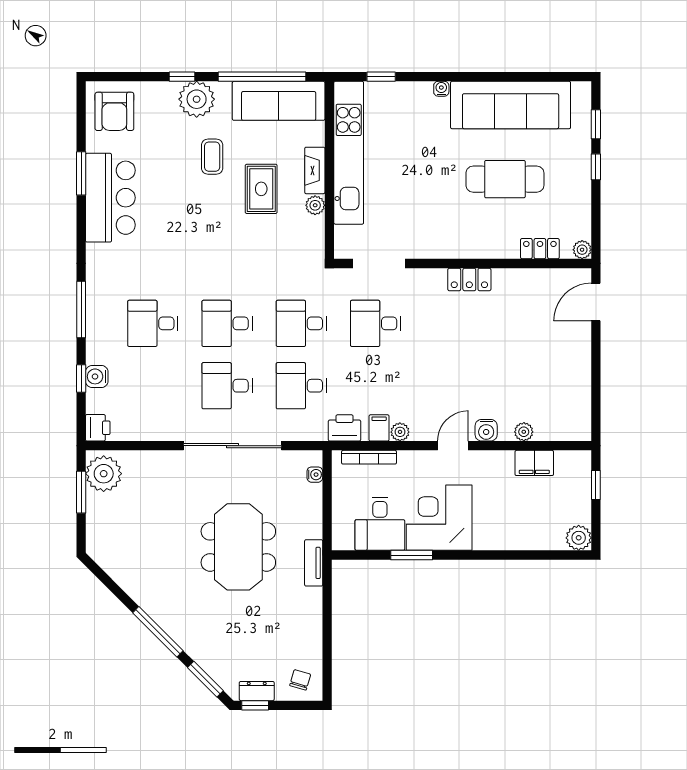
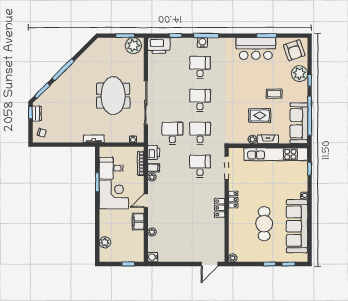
plant: (197, 99) -> (300, 74), moved
armchair: (114, 111) -> (294, 50), turned -109
locker: (540, 249) -> (233, 200), moved
door: (596, 302) -> (210, 264), swing flipped
water cooler: (97, 376) -> (202, 43), moved
desk: (227, 386) -> (172, 100), removed
printer: (98, 428) -> (159, 46), width x1.87, depth x1.48
water cooler: (486, 430) -> (153, 257), moved
door: (453, 446) -> (146, 201), swing flipped
filing cabinet: (534, 463) -> (138, 222), moved
plant: (579, 538) -> (105, 242), moved
meeting table: (238, 547) -> (113, 96), moved, turned 90

